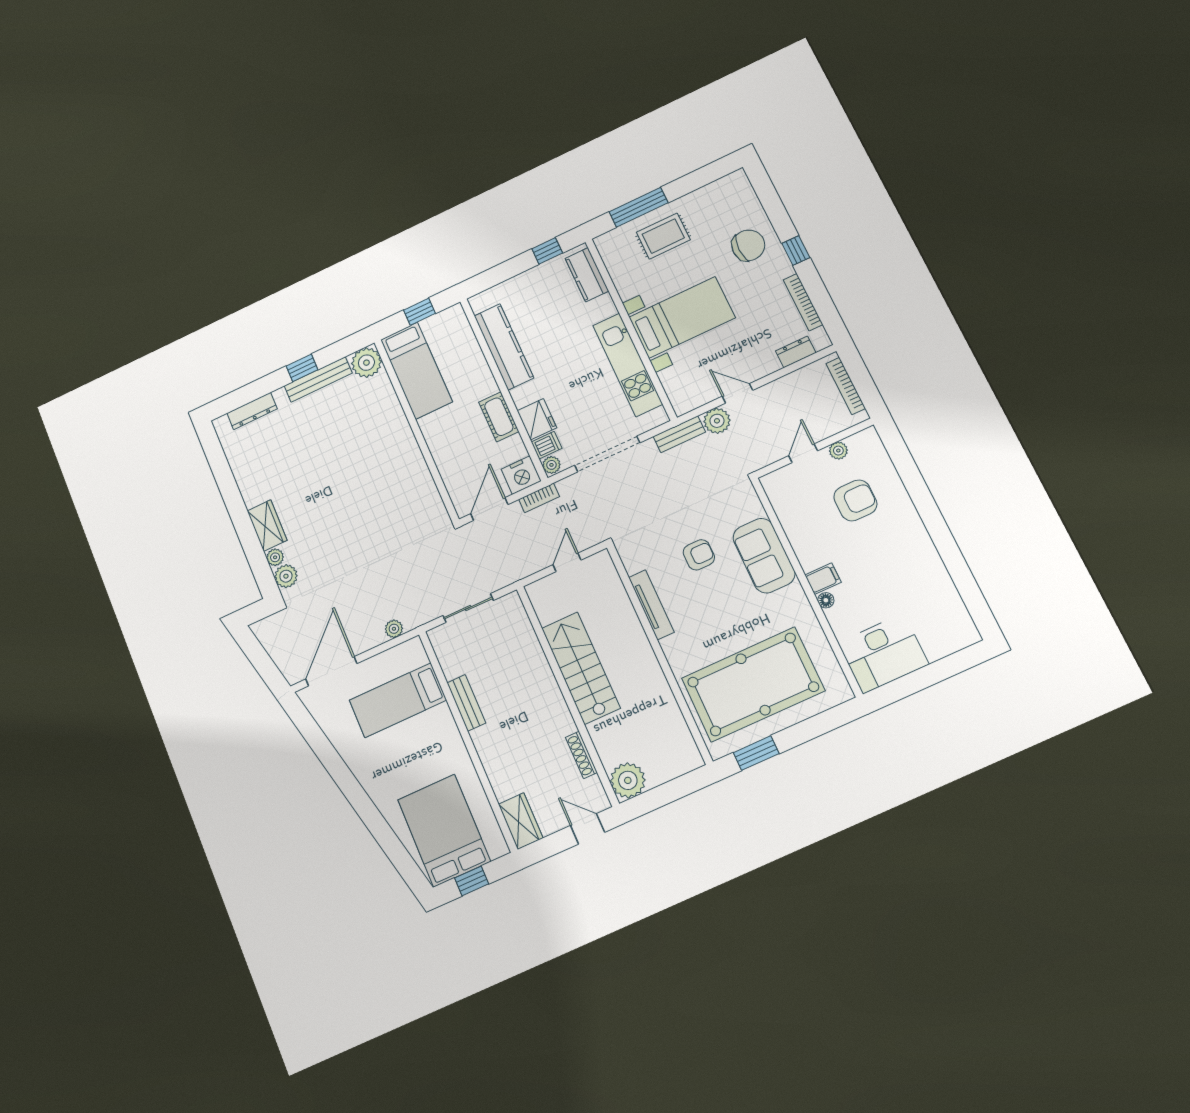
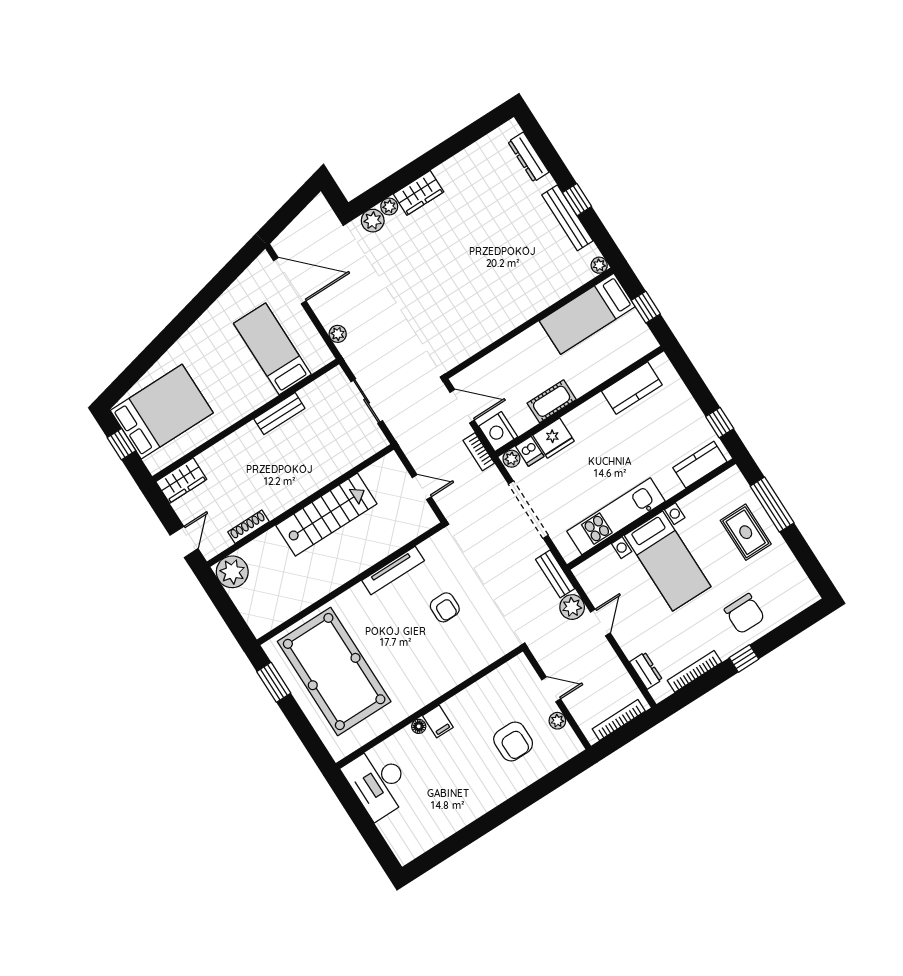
kitchen counter: (504, 347) -> (632, 388), width x0.67
plant: (366, 363) -> (599, 265), width x0.53, depth x0.53
sofa: (764, 556) -> (452, 666), removed

